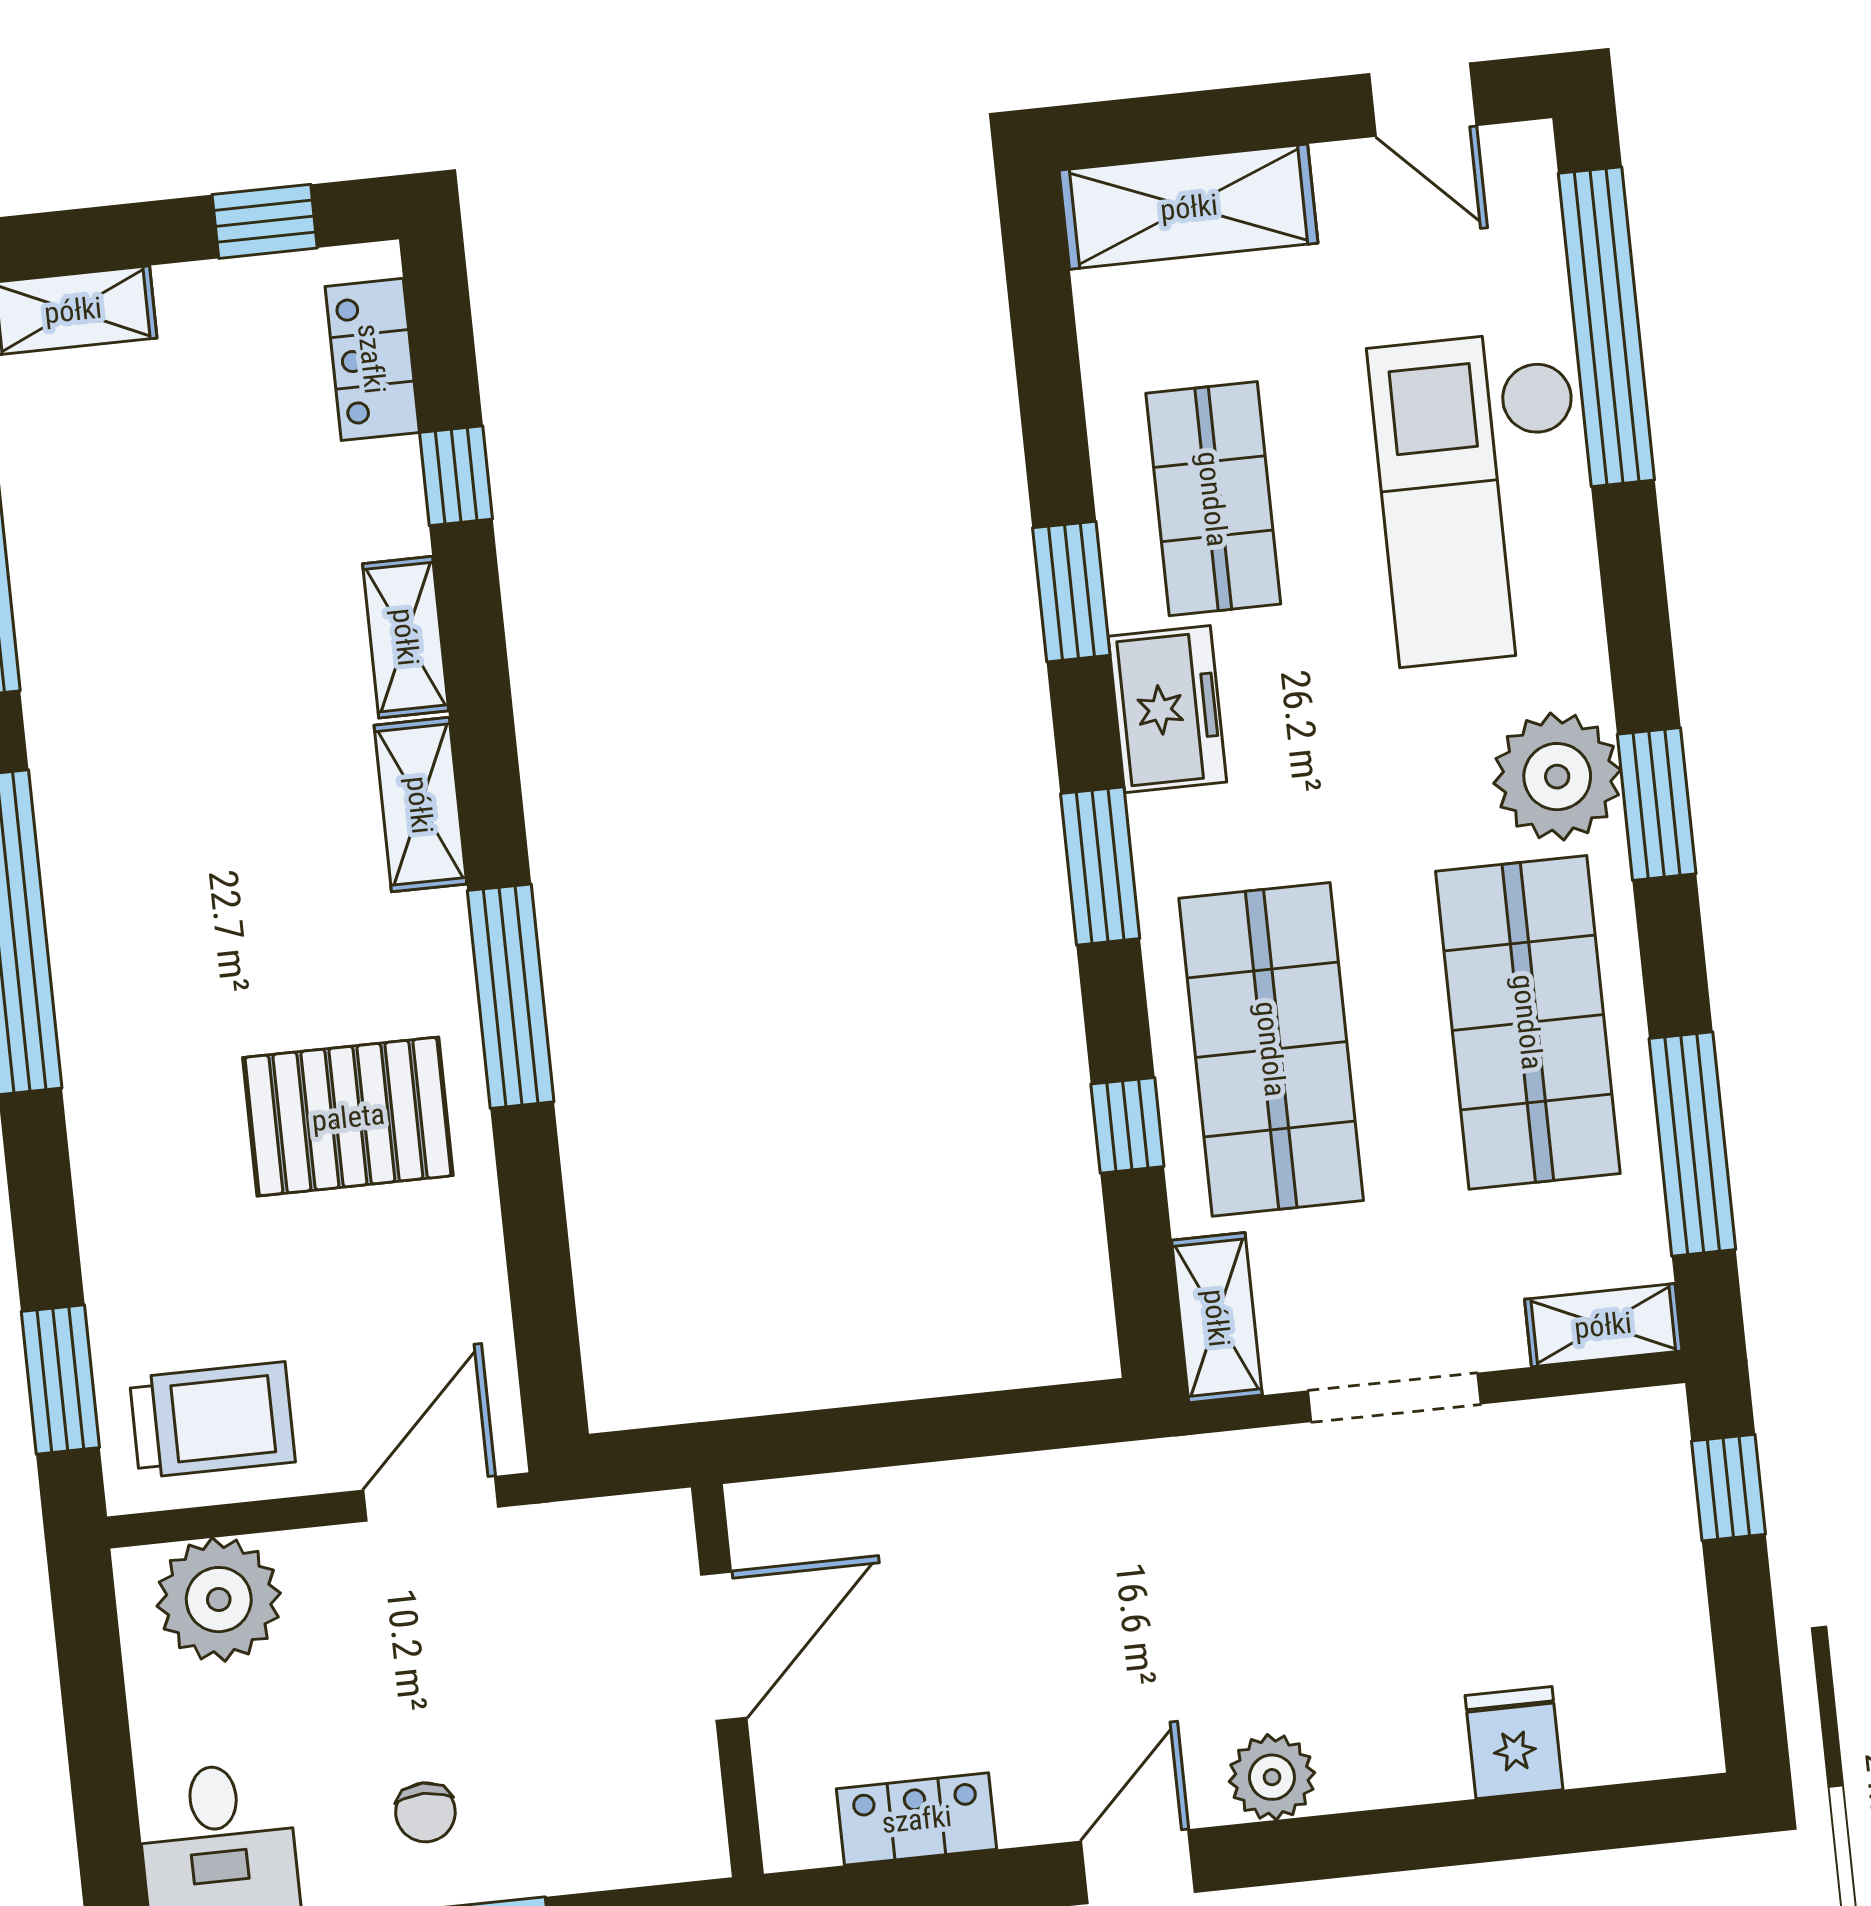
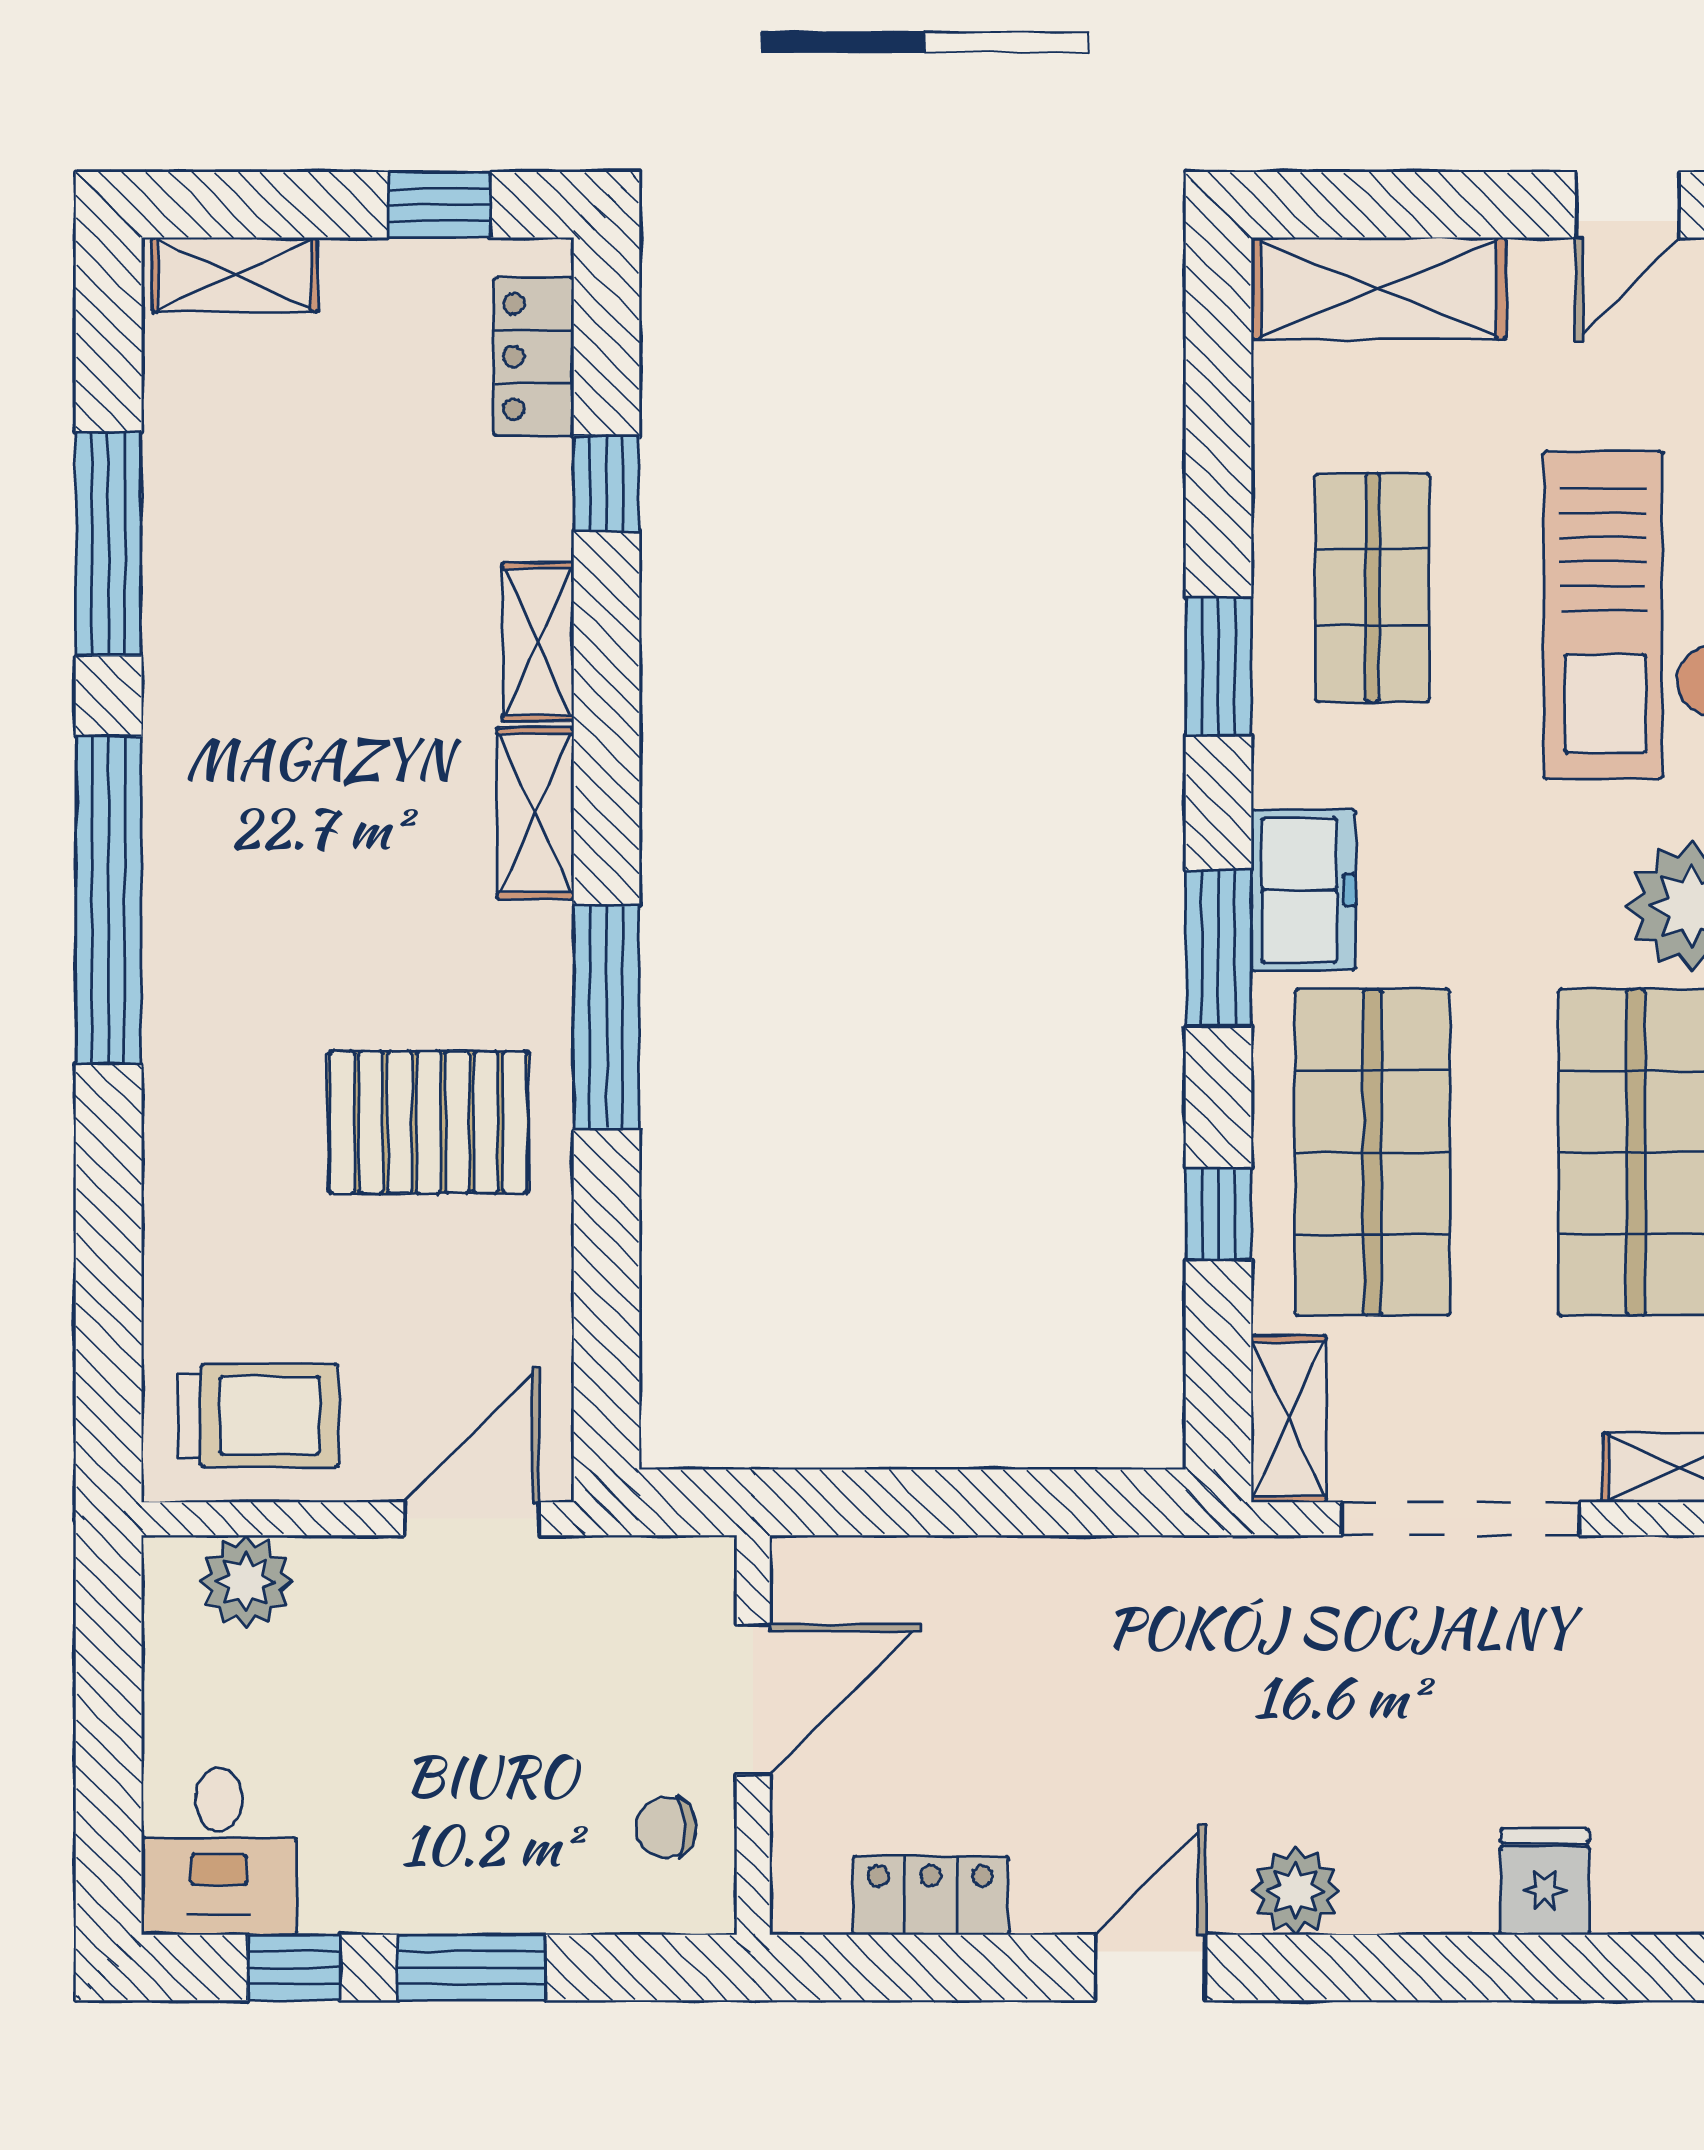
door: (1423, 100) -> (1628, 205), hinge flipped
freezer: (1167, 709) -> (1303, 890), moved
window: (60, 1380) -> (109, 1358), removed
doorway: (1394, 1397) -> (1460, 1519), width x1.36
plant: (219, 1600) -> (246, 1582), width x0.73, depth x0.73
chair: (425, 1812) -> (666, 1827), moved, turned 86

